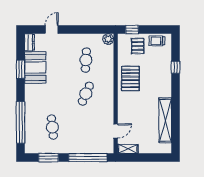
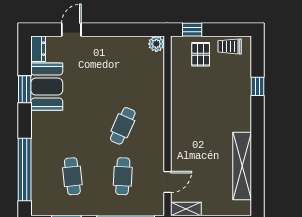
cafe table: (86, 60) -> (123, 176), moved
pallet: (130, 78) -> (190, 103), removed

